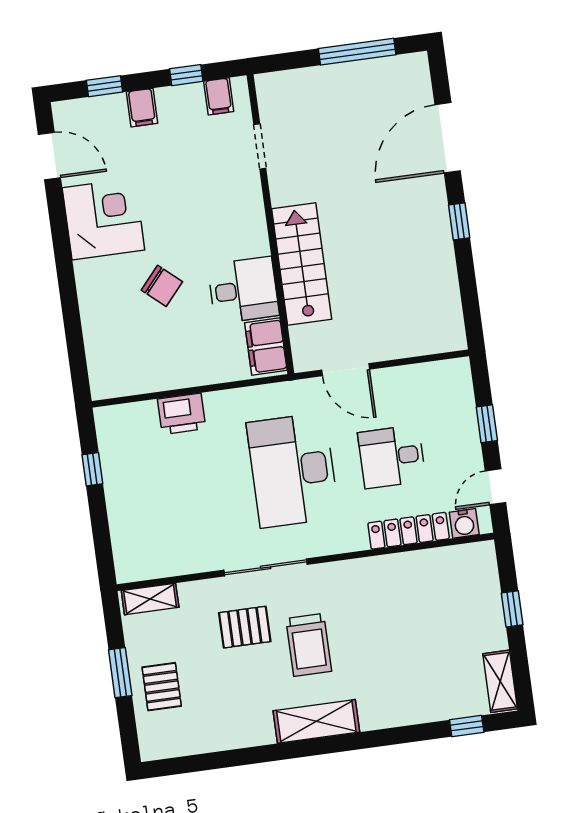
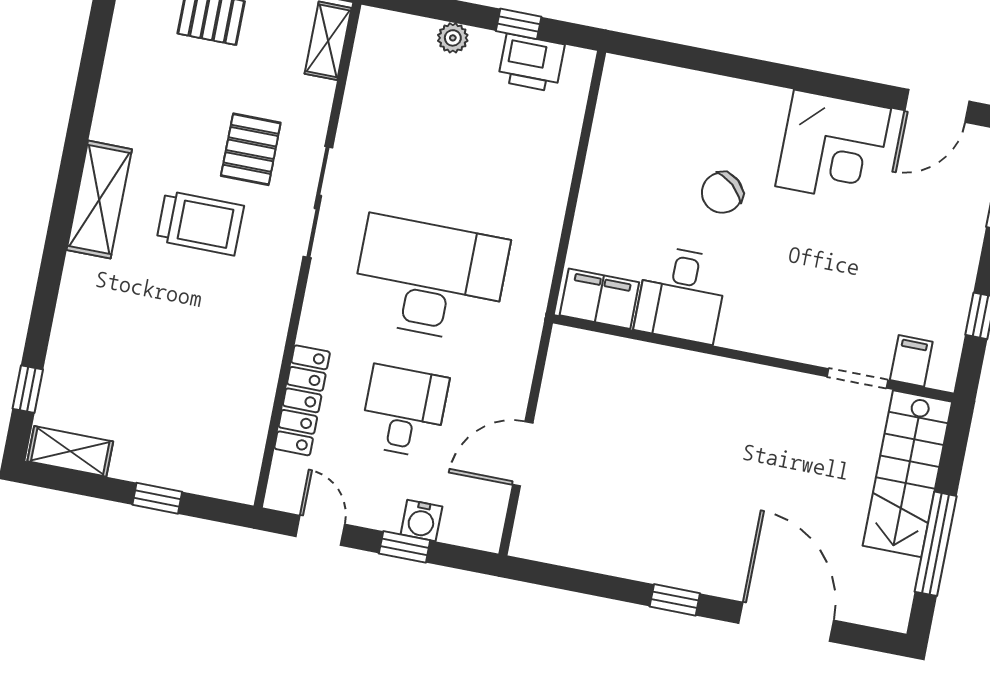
filing cabinet: (219, 96) -> (911, 361), moved, turned 90
filing cabinet: (142, 108) -> (958, 245), removed
stairs: (302, 264) -> (907, 474), moved, turned 90
door: (346, 370) -> (523, 454), moved
printer: (182, 414) -> (531, 63), moved, turned -90
plant: (118, 512) -> (453, 38), added
water cooler: (464, 523) -> (421, 520), moved, turned -90
trolley: (309, 645) -> (200, 223), turned 180

